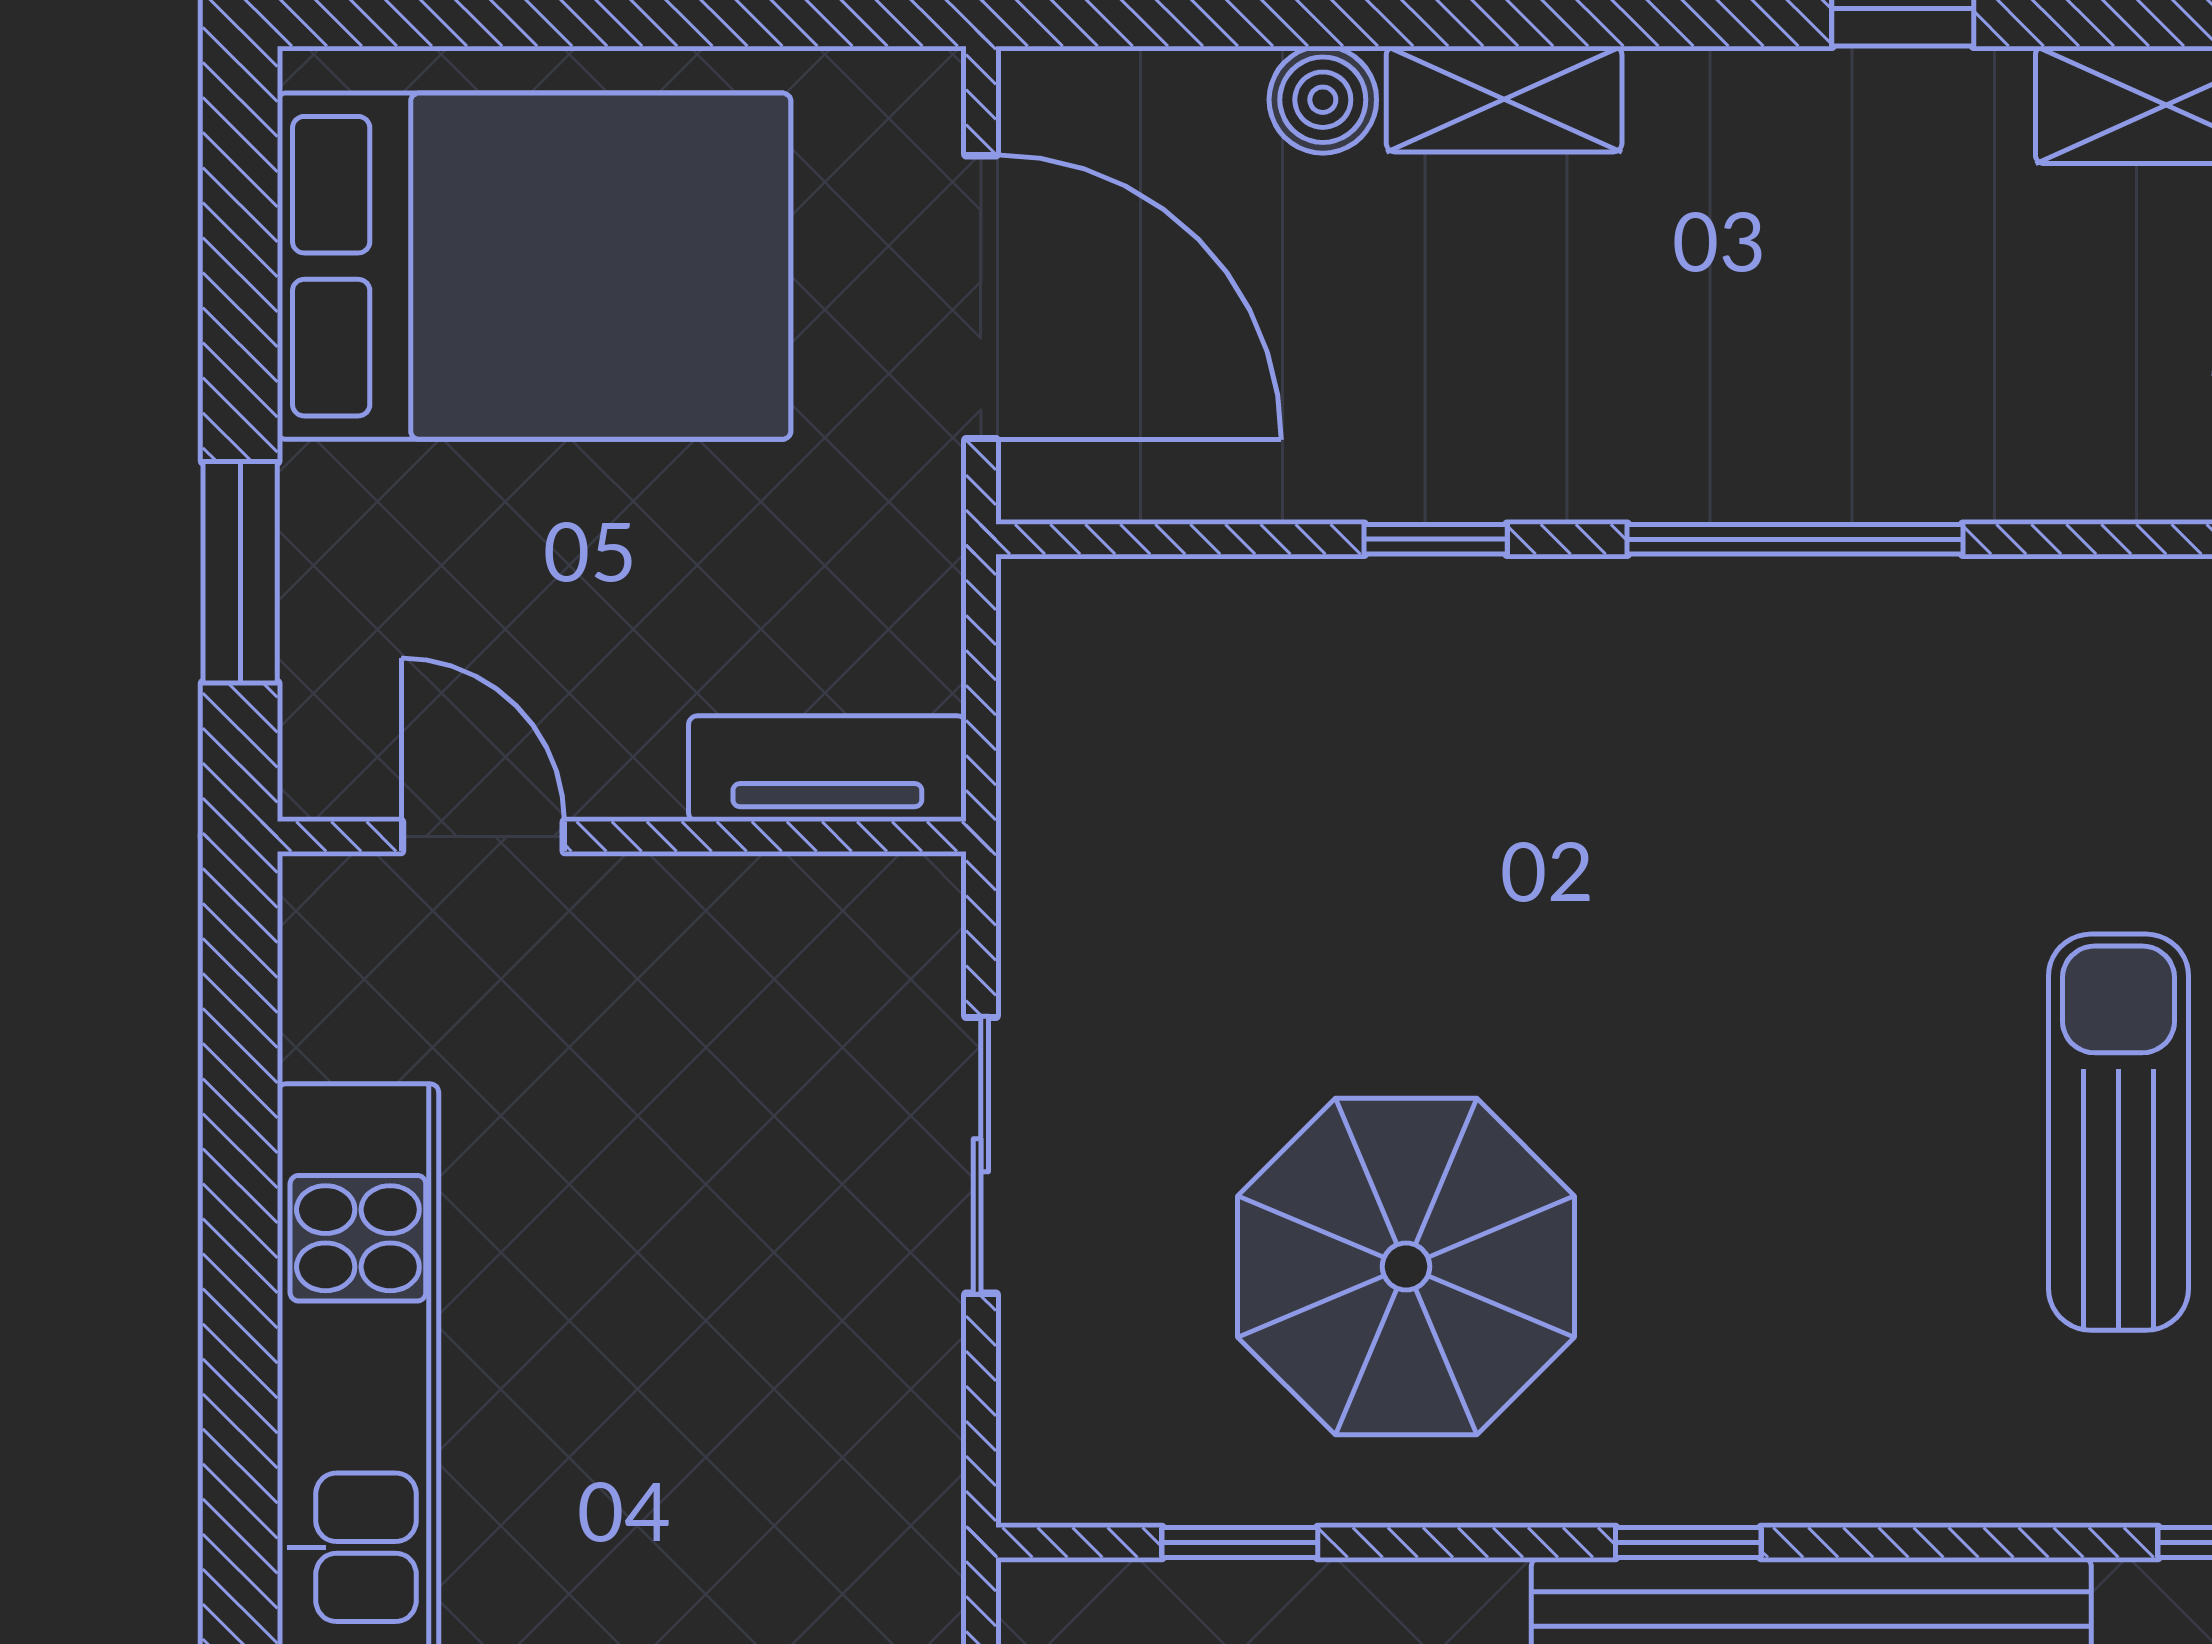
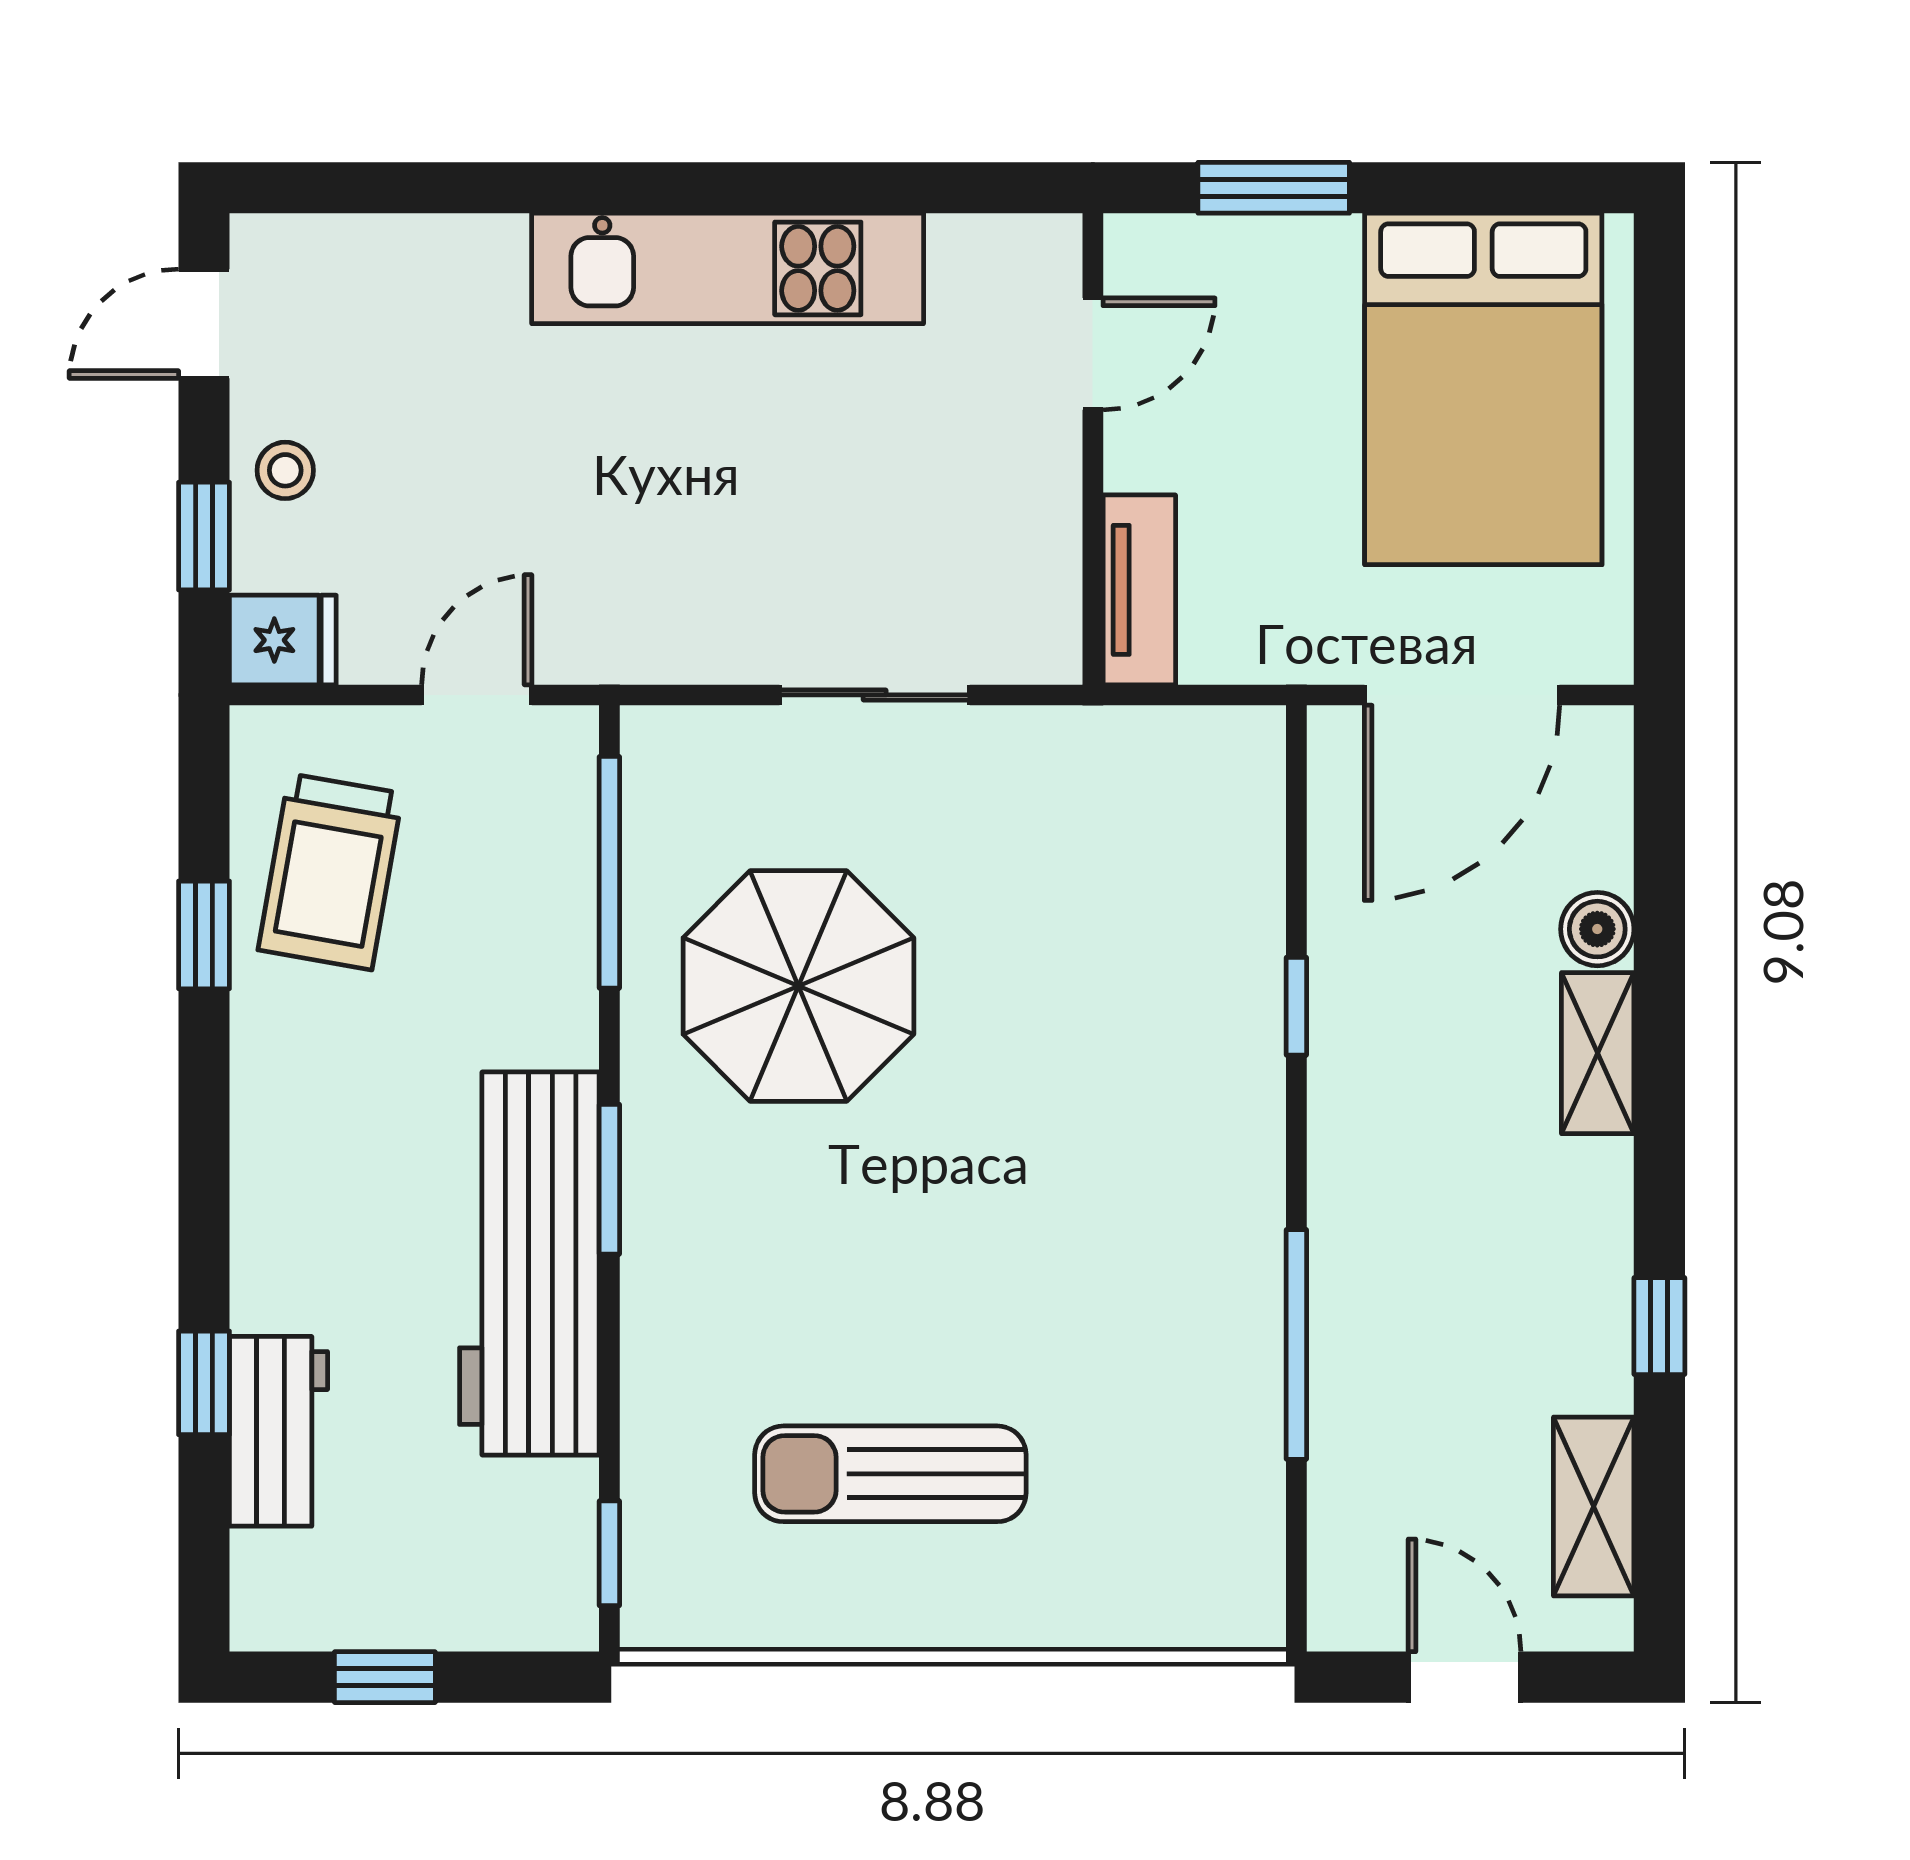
window: (1795, 539) -> (1296, 1344), moved
sun lounger: (2119, 1132) -> (890, 1474), turned 180
window: (1240, 1543) -> (609, 872), width x2.17
window: (1688, 1543) -> (609, 1179), width x1.50

